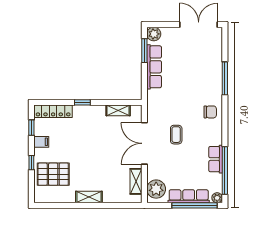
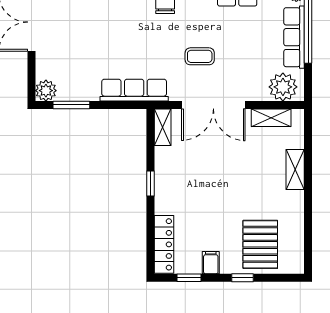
row of seats: (154, 67) -> (134, 90), moved
window: (82, 102) -> (151, 183), moved
shelving: (118, 110) -> (163, 127), moved
shelving: (89, 197) -> (295, 170), moved

